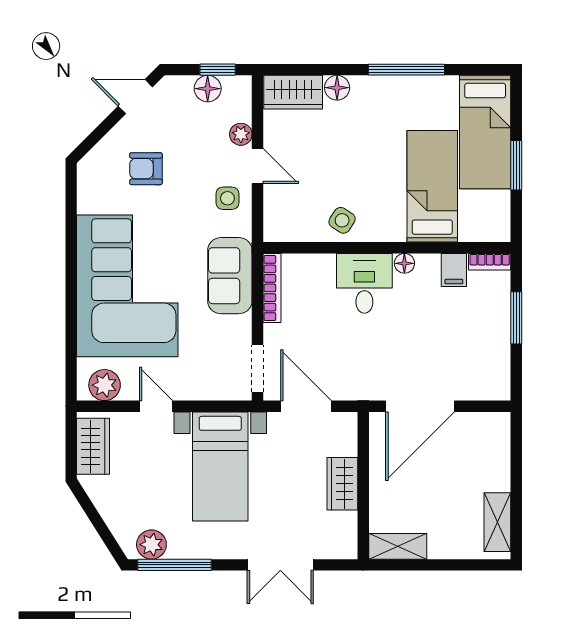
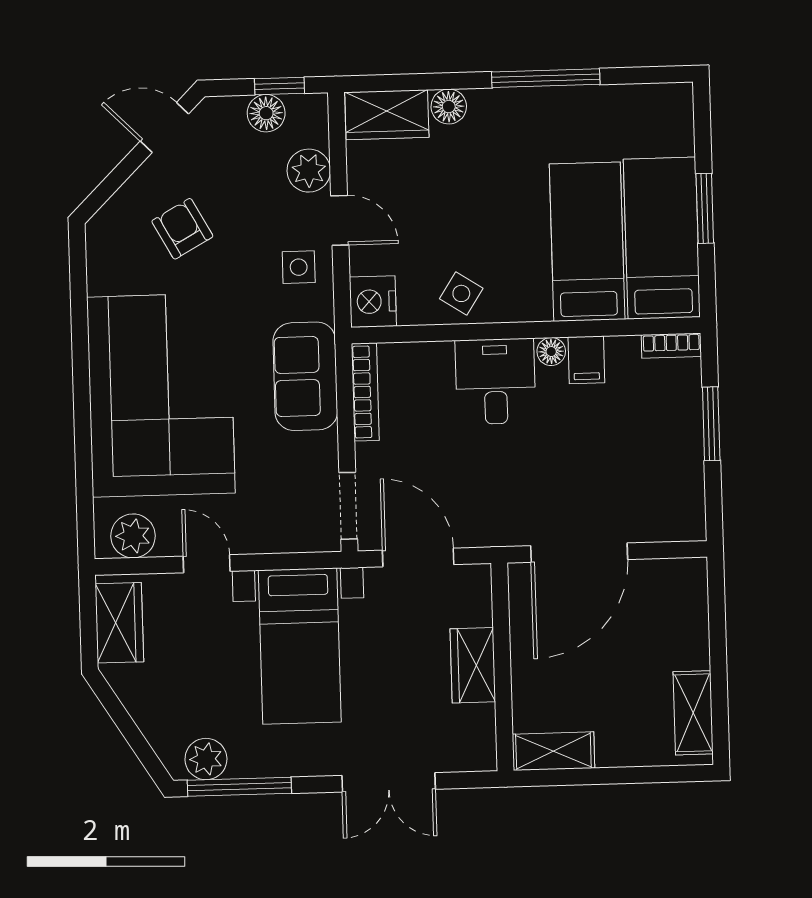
bed: (485, 132) -> (662, 238), moved, turned 180
plant: (241, 134) -> (309, 171), width x1.38, depth x1.38
armchair: (146, 169) -> (182, 229), turned 61
nightstand: (279, 224) -> (373, 302), added
filing cabinet: (454, 270) -> (586, 360), moved

